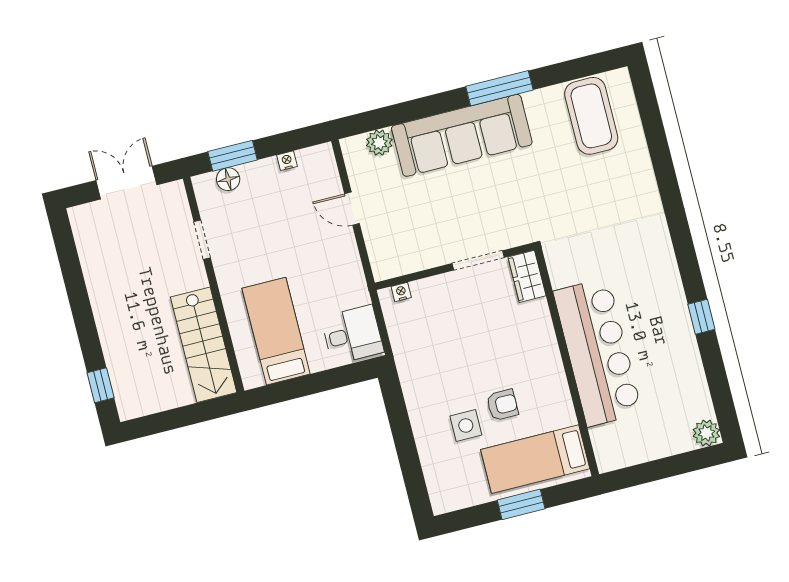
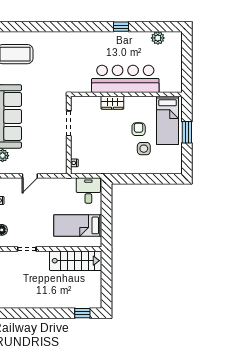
wardrobe: (527, 276) -> (112, 103), moved
plant: (706, 433) -> (158, 38), moved

